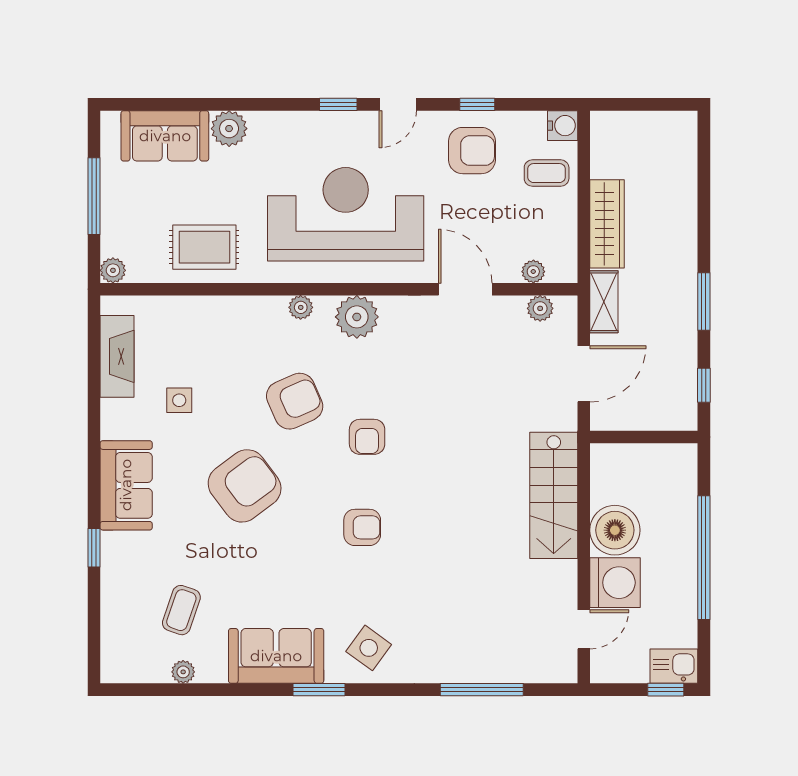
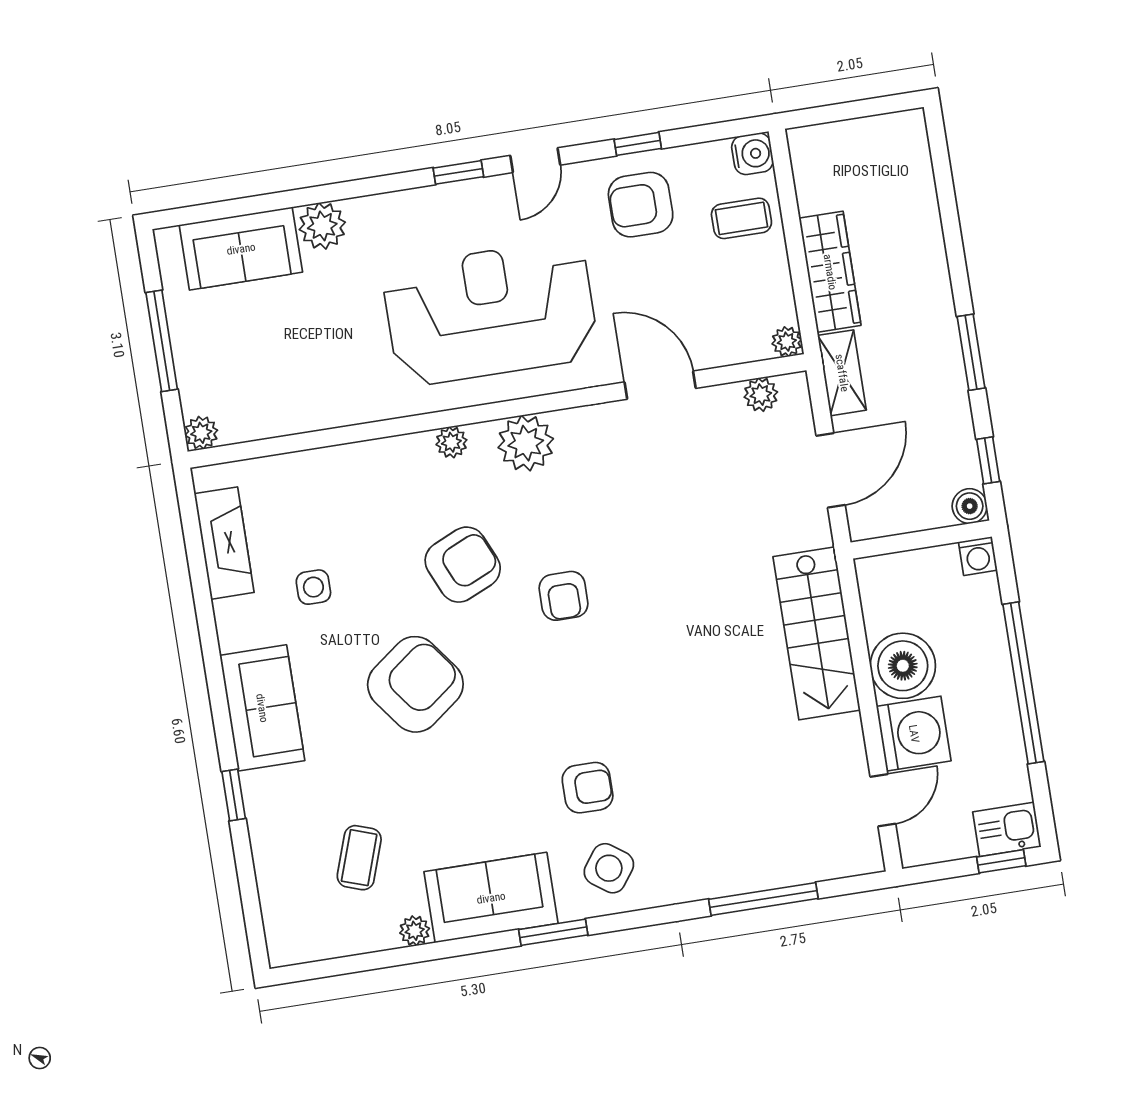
armchair: (472, 151) -> (641, 205), turned 180
rug: (204, 247) -> (315, 384), removed
plant: (533, 272) -> (787, 342), moved
boiler: (684, 418) -> (970, 506), added
washing machine: (685, 456) -> (978, 556), added
armchair: (362, 527) -> (588, 788), moved
plant: (183, 672) -> (415, 931), moved

